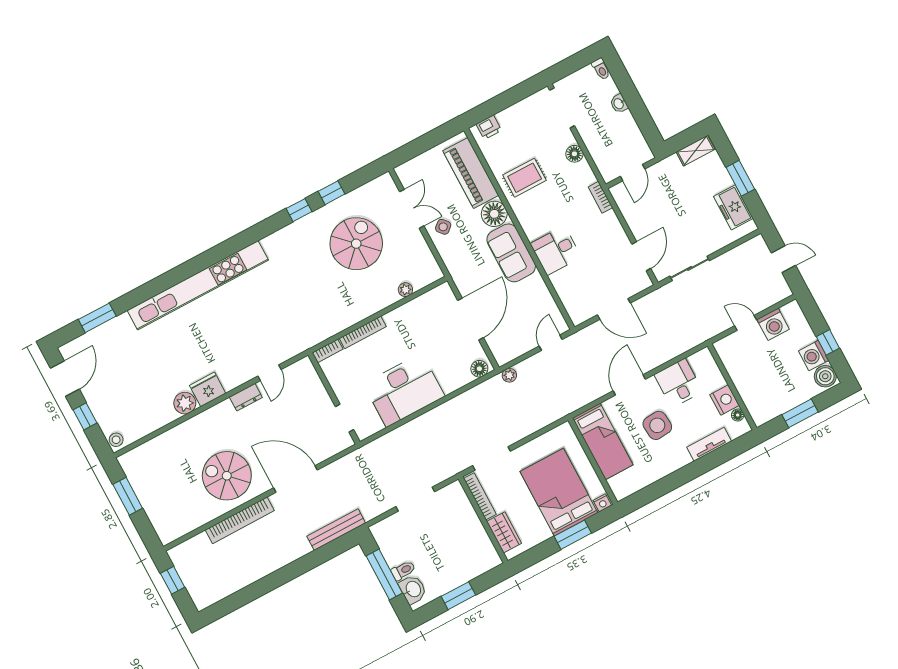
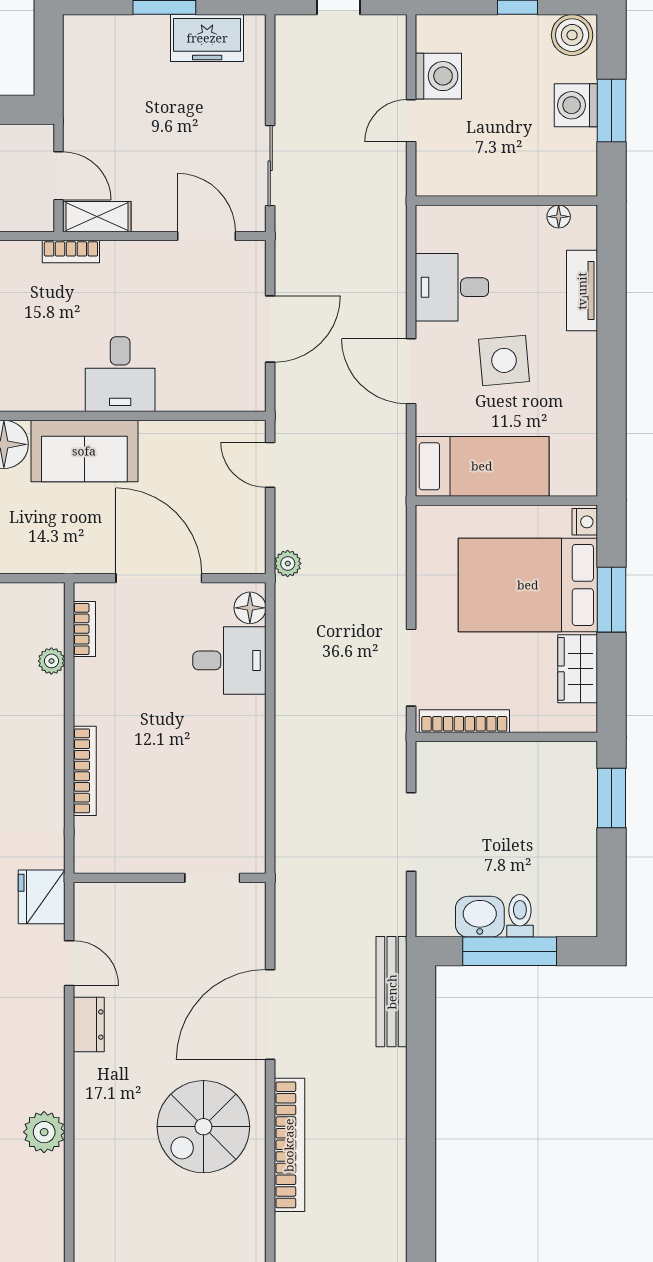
shelving: (696, 151) -> (97, 217), moved, turned 90
bookcase: (328, 351) -> (84, 629), moved
washing machine: (814, 356) -> (576, 105), moved, turned 90
fridge: (208, 389) -> (42, 897), moved
desk: (404, 390) -> (229, 660), moved, width x0.53, depth x0.77
nightstand: (725, 400) -> (522, 225), removed
wardrobe: (504, 532) -> (578, 669), moved, turned -90
washbasin: (413, 589) -> (480, 917), moved
window: (458, 596) -> (612, 798), moved

